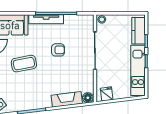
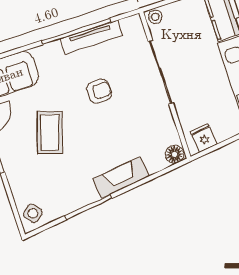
tv unit: (46, 19) -> (91, 37), moved
coffee table: (24, 64) -> (50, 132), turned -61
fireplace: (67, 99) -> (121, 178), moved

